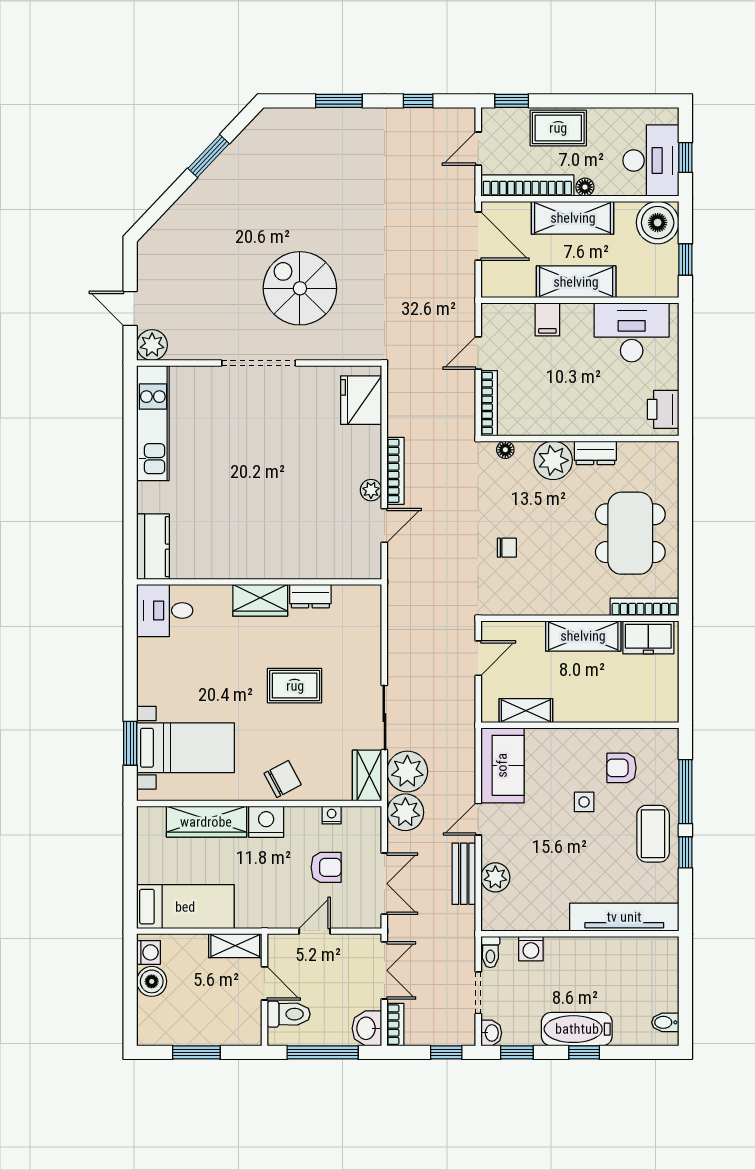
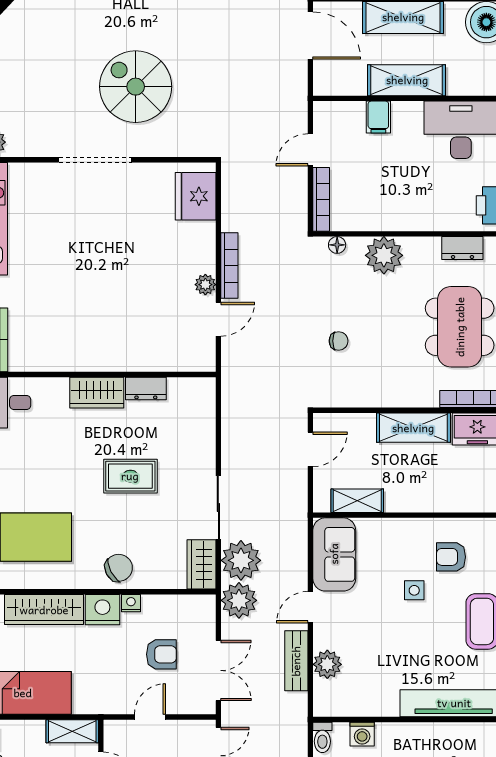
dresser: (595, 453) -> (462, 248), moved
nightstand: (332, 815) -> (131, 603), moved

